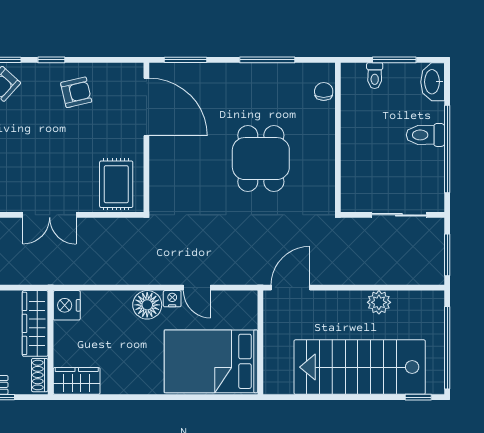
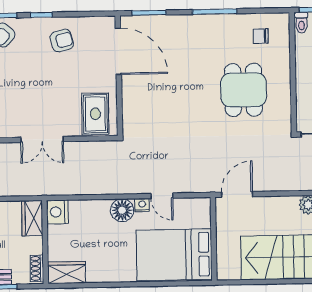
chair: (324, 91) -> (261, 36), turned -90
wall: (338, 137) -> (293, 72), moved
dining table: (261, 159) -> (243, 90), moved
wardrobe: (35, 323) -> (32, 218), width x0.67

